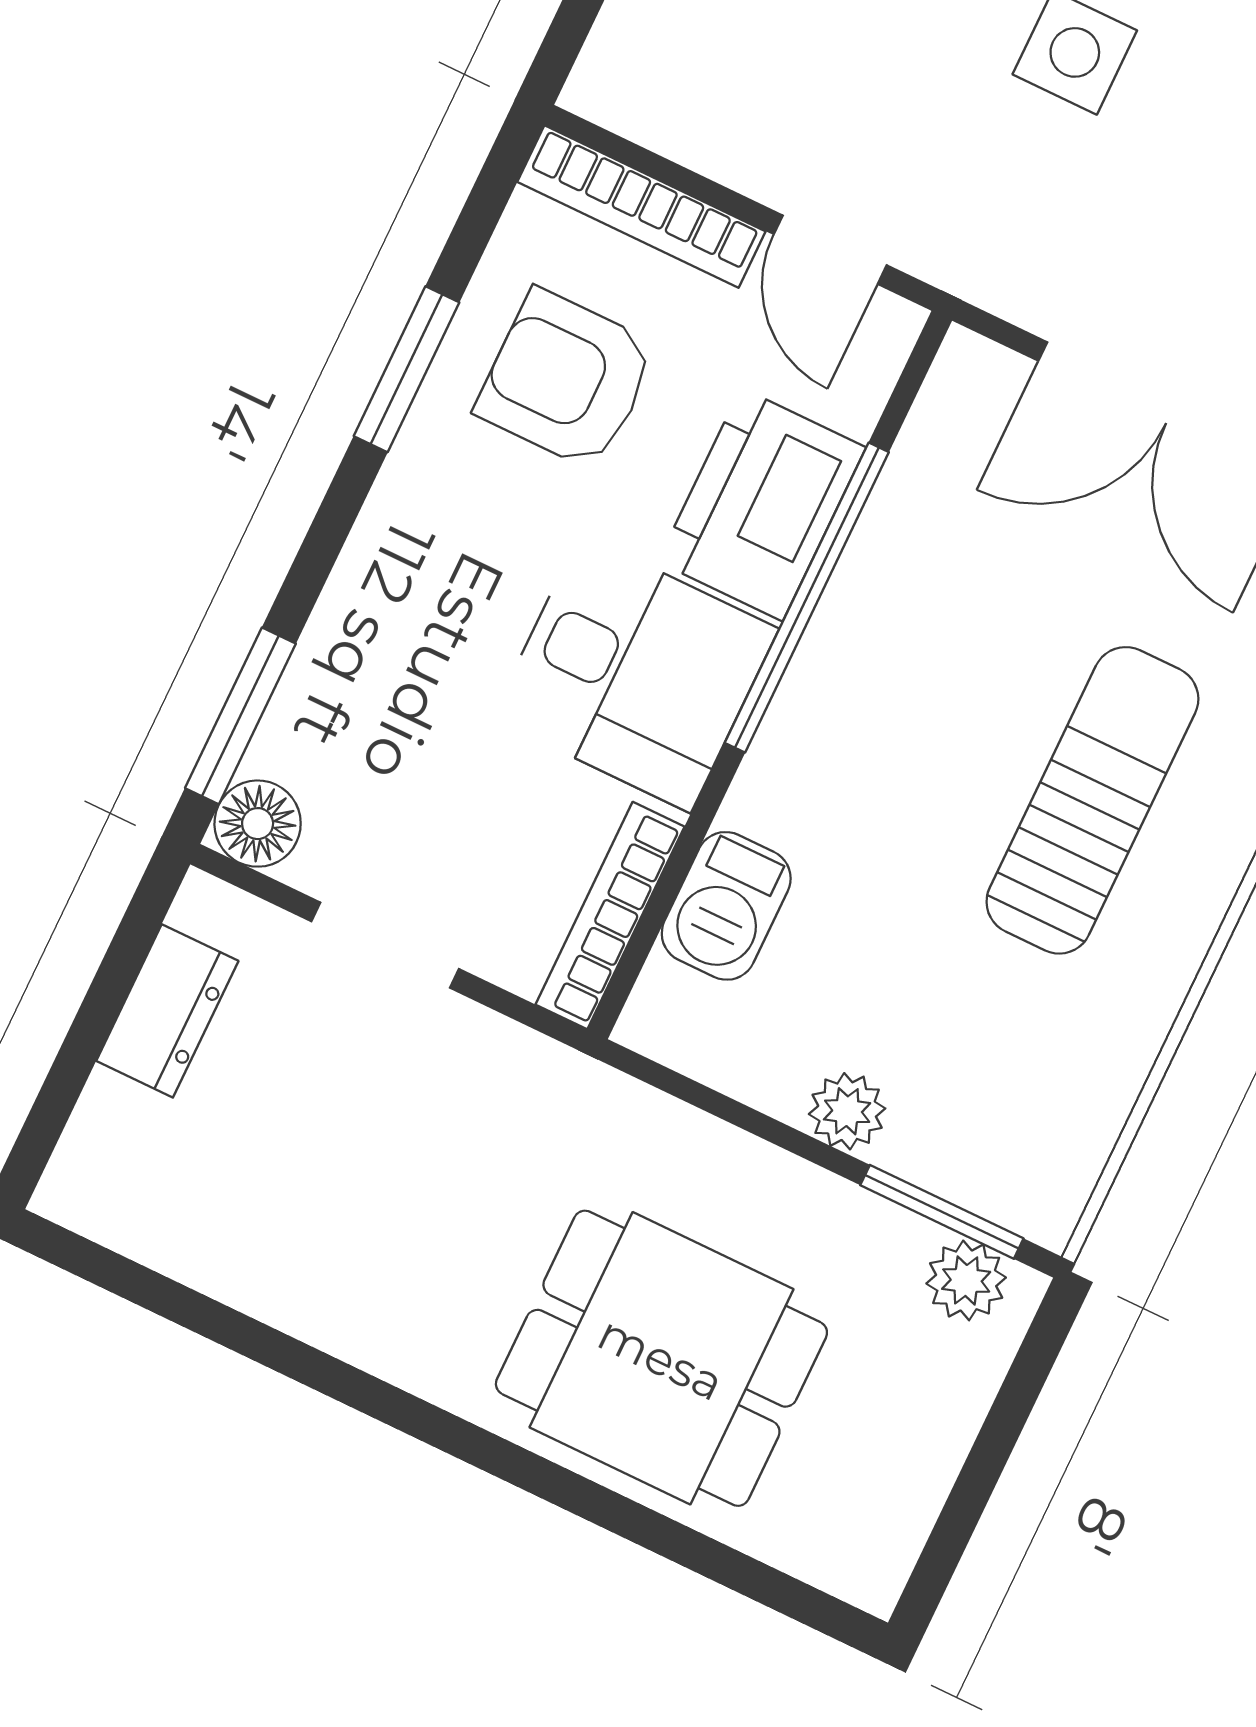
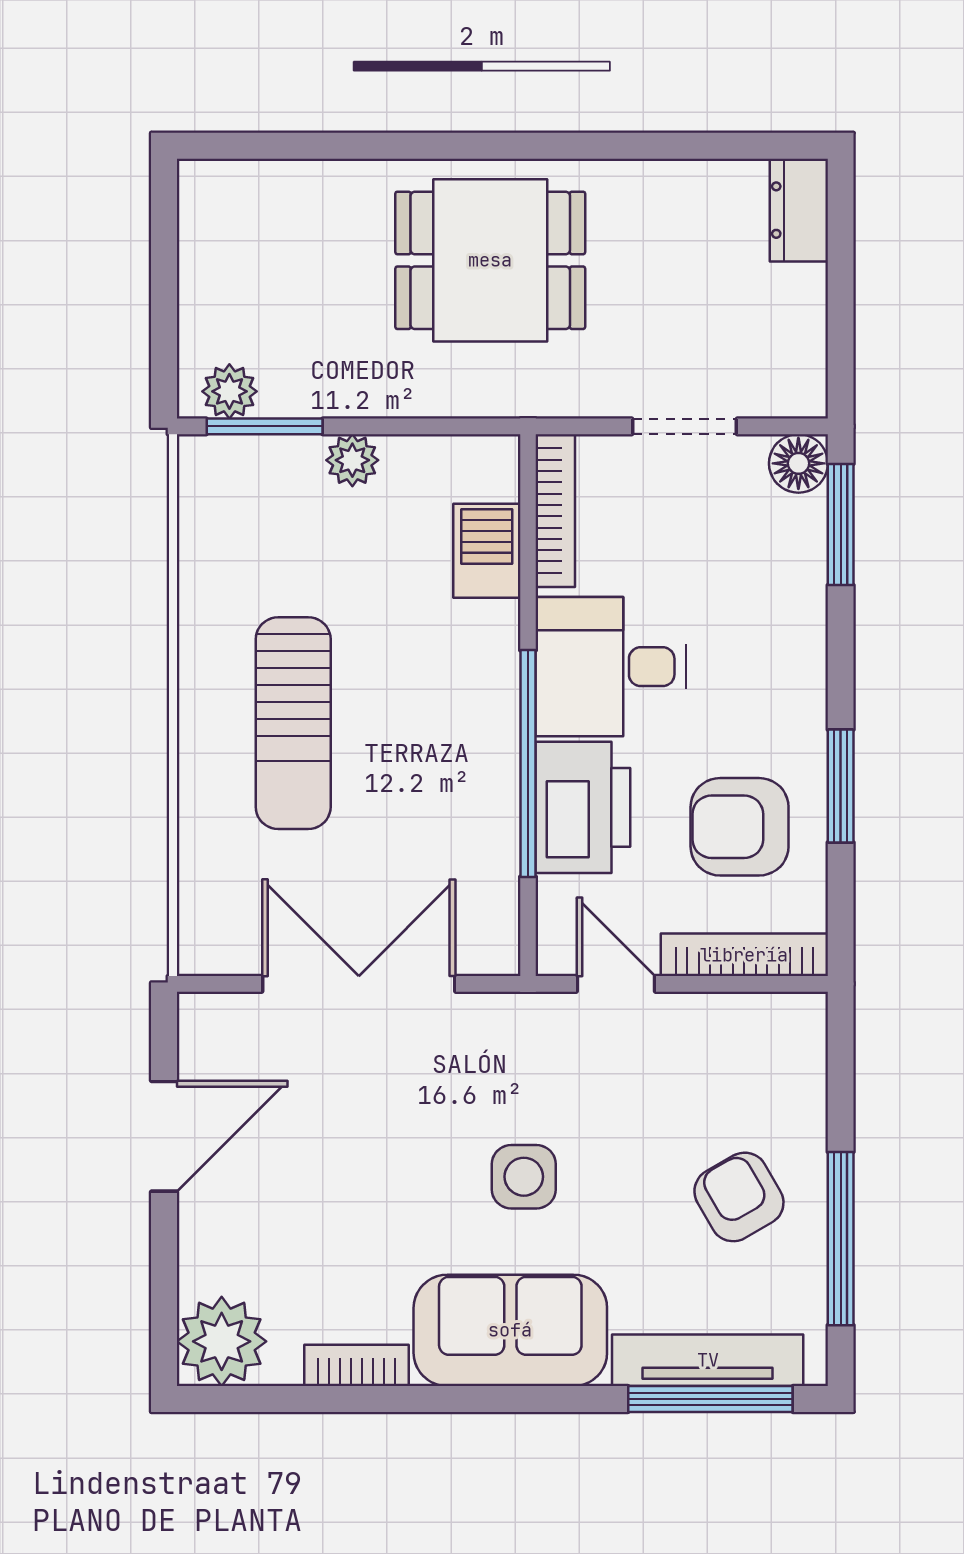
armchair: (566, 379) -> (740, 827), turned 180
dresser: (167, 1011) -> (799, 210), moved
dining table: (661, 1358) -> (490, 260), moved

